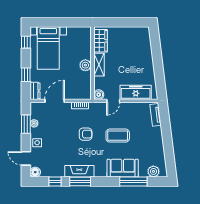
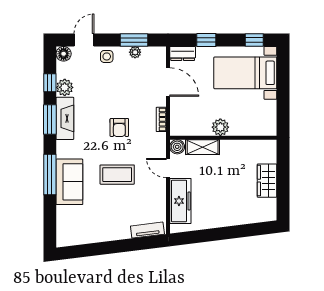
wardrobe: (100, 41) -> (267, 181), moved, turned 90
shelving: (99, 65) -> (203, 147), moved
coffee table: (118, 136) -> (117, 175), turned 90
plant: (153, 171) -> (65, 87), moved
window: (133, 182) -> (50, 175), moved

